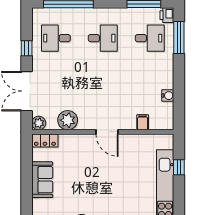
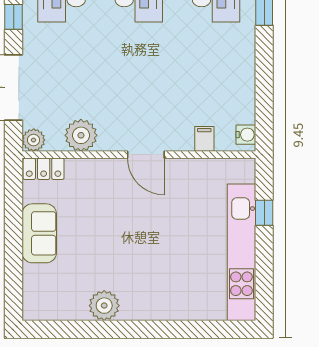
water cooler: (168, 96) -> (246, 135), moved

